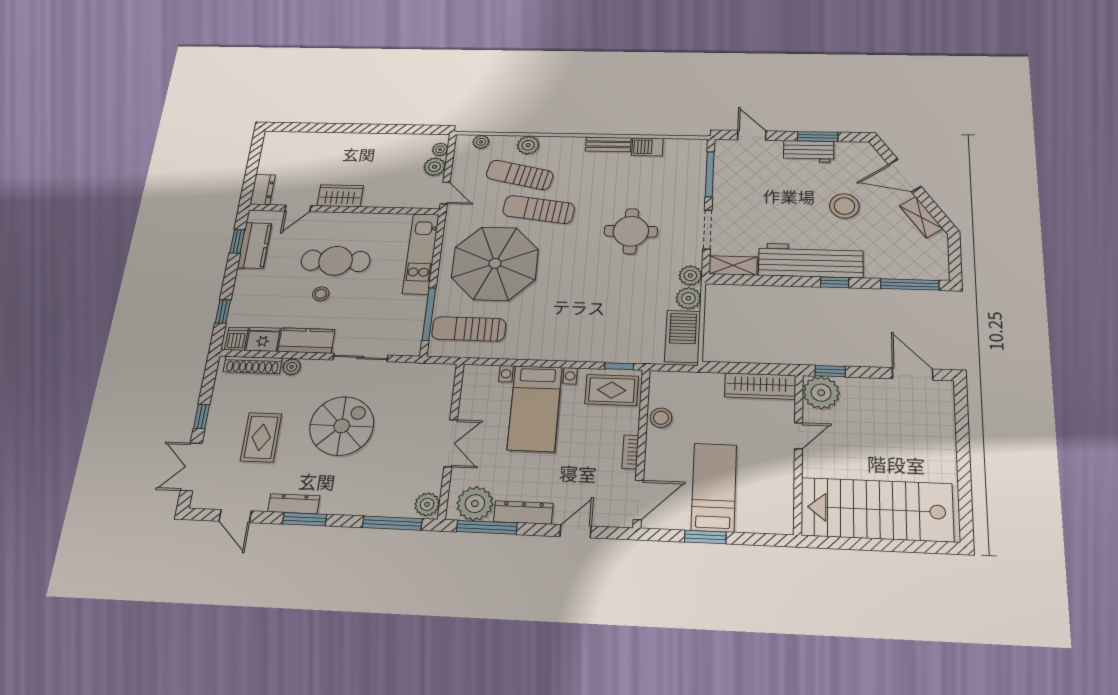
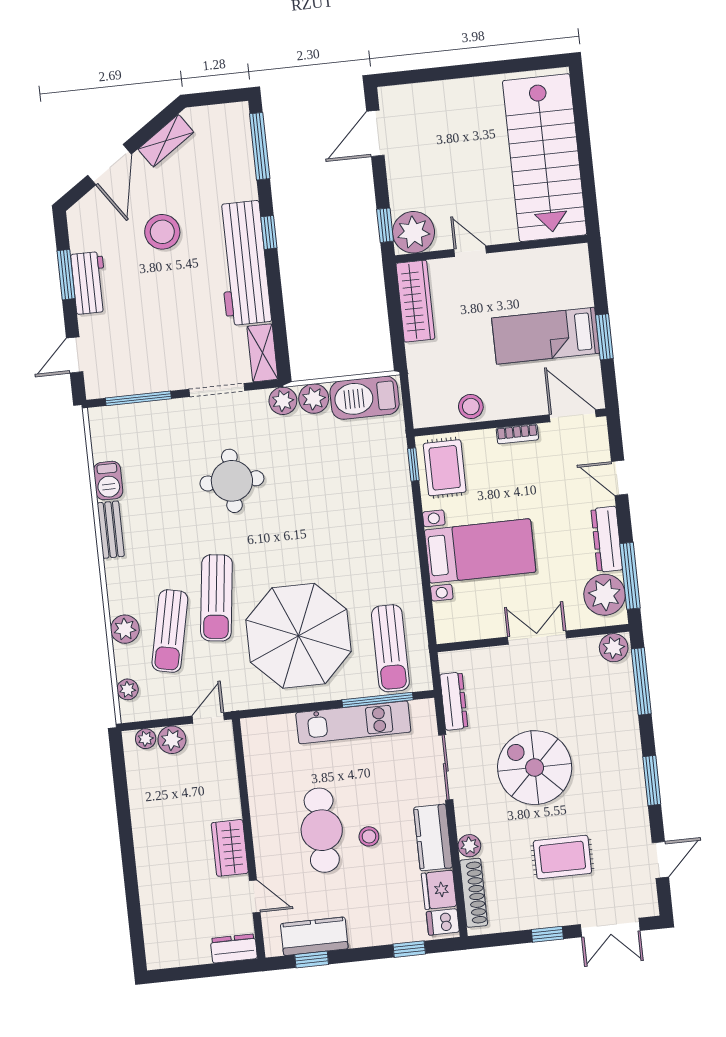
kitchen unit: (421, 254) -> (353, 722), moved
dresser: (294, 504) -> (454, 701), moved, turned 180

